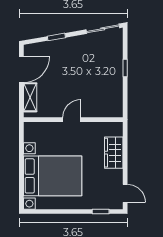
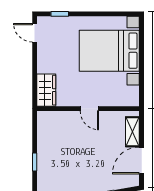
door: (72, 120) -> (89, 109), hinge flipped
wardrobe: (114, 153) -> (46, 90), moved

